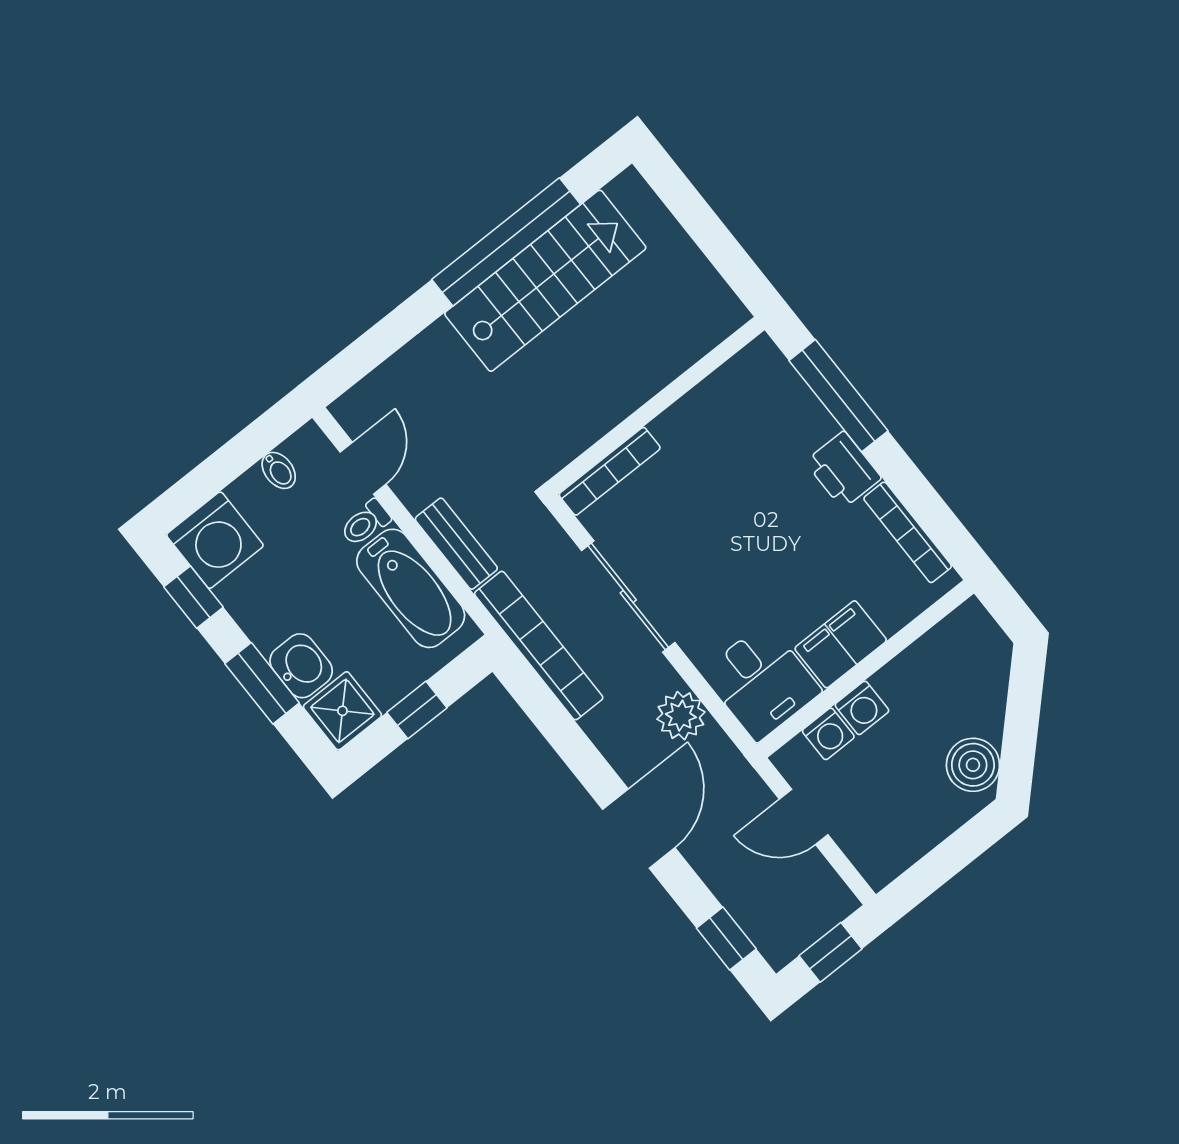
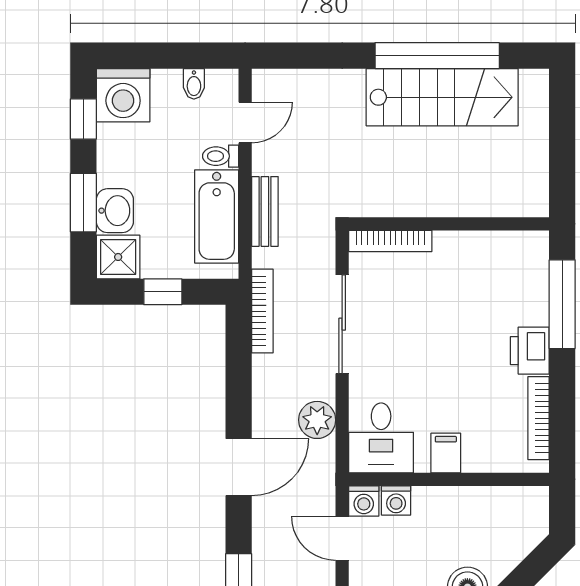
filing cabinet: (841, 644) -> (446, 453), width x0.50
bookcase: (539, 646) -> (262, 311), width x0.68, depth x0.76
washing machine: (862, 708) -> (364, 501), moved

